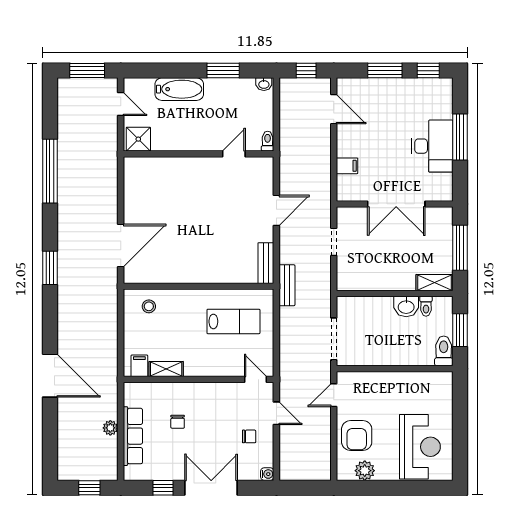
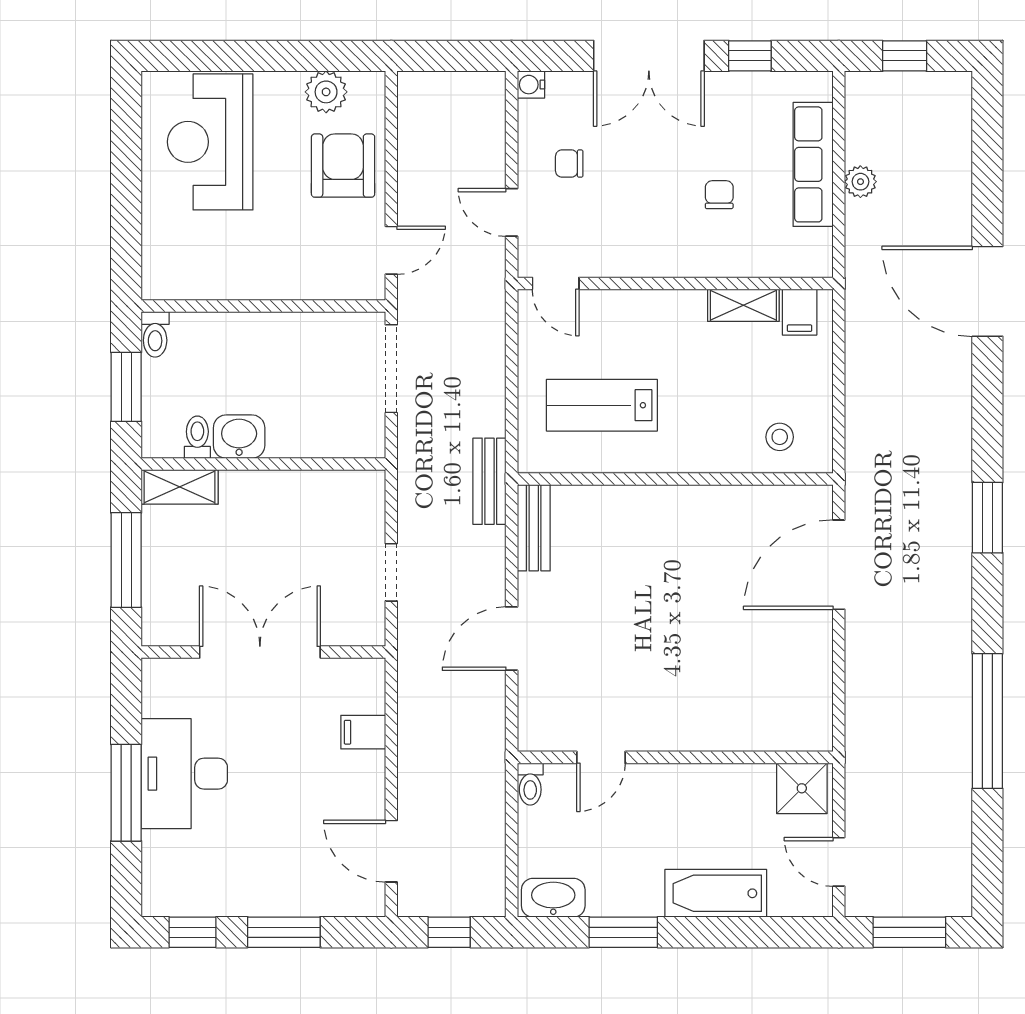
washbasin: (264, 84) -> (553, 898), width x1.91, depth x1.45
toilet: (444, 351) -> (155, 334), width x0.73, depth x0.72

